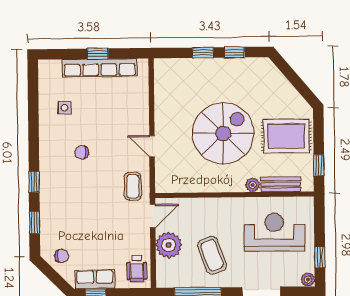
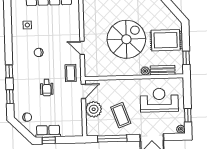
wheelchair: (137, 269) -> (47, 88), moved

